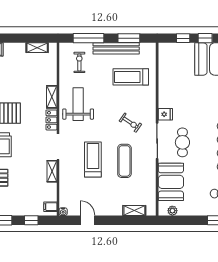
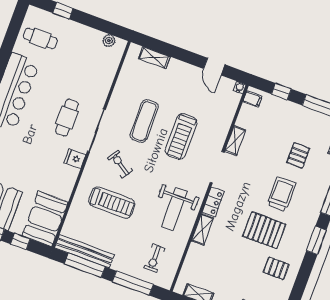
window: (129, 38) -> (85, 265), width x1.44
bench: (116, 48) -> (84, 251), moved
treadmill: (131, 77) -> (112, 203), moved
booth: (171, 182) -> (45, 219), moved

